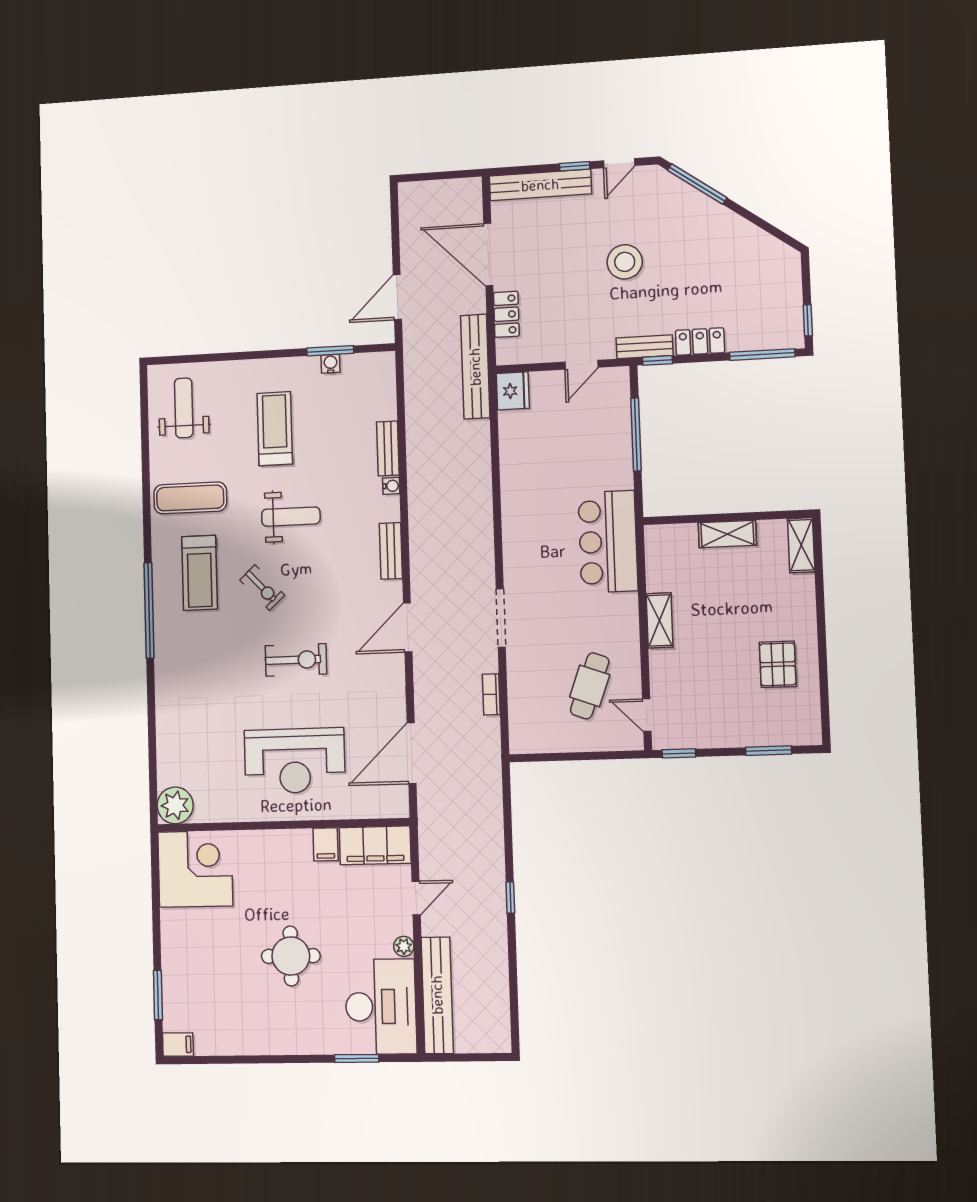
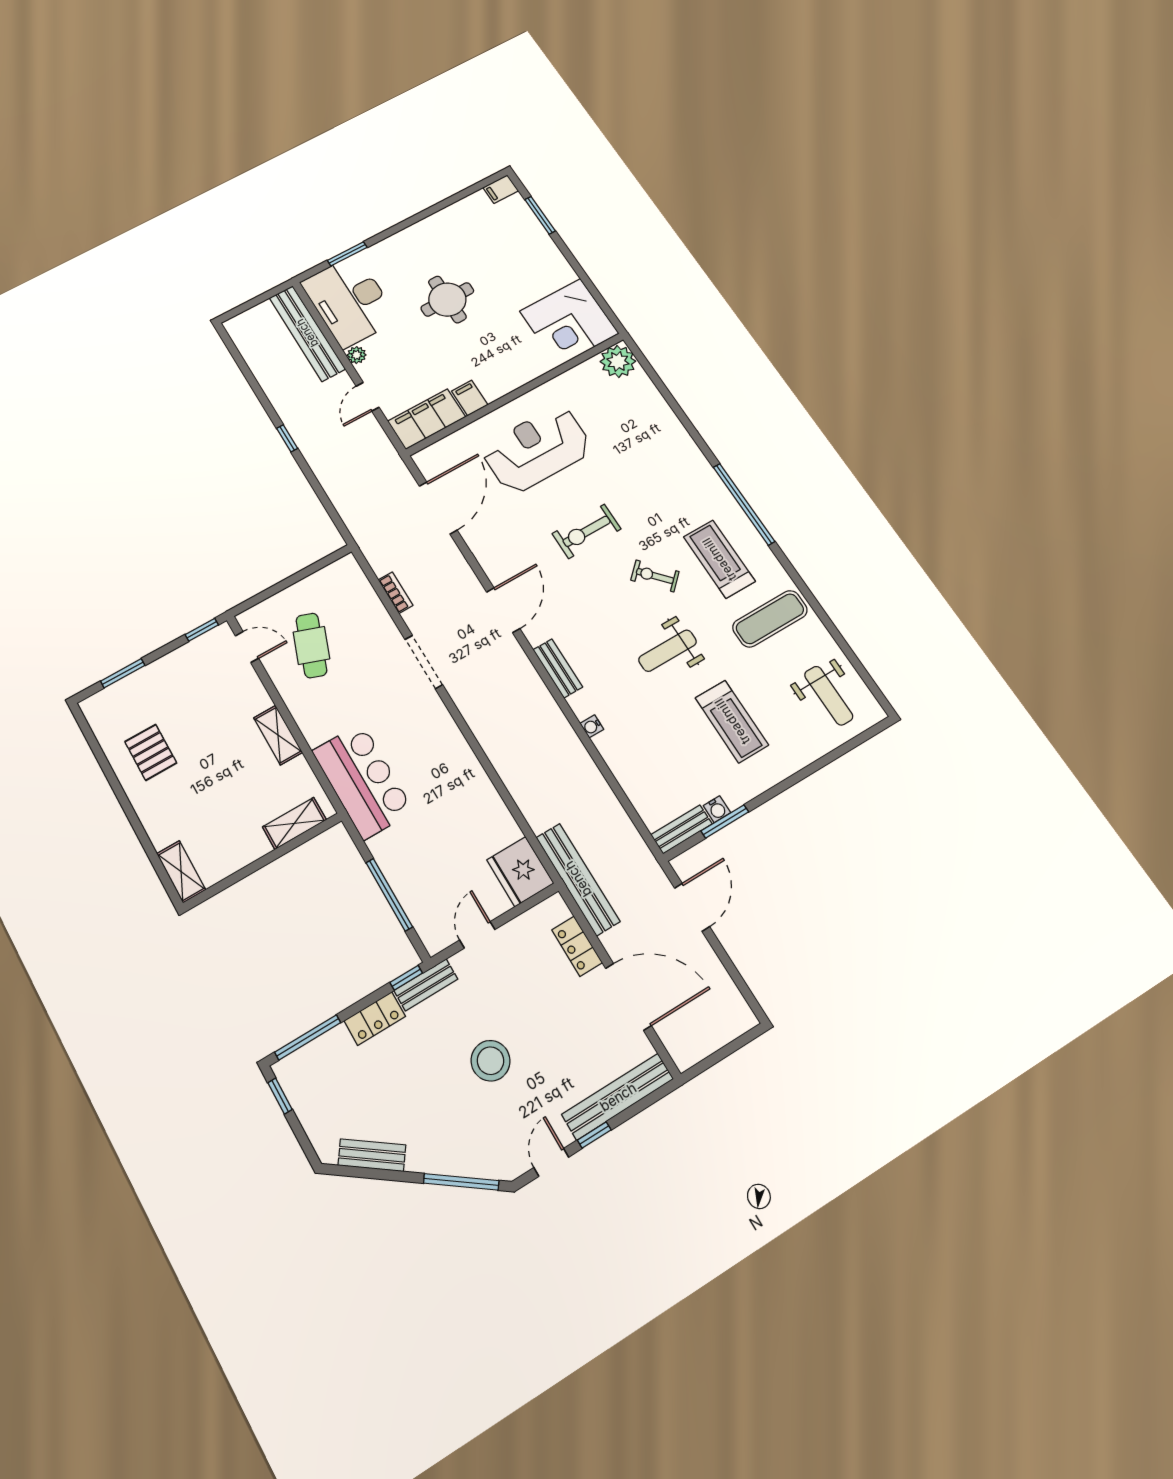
bench: (757, 239) -> (372, 1155), added
fridge: (513, 391) -> (520, 872), width x1.36, depth x1.34
bench: (388, 448) -> (682, 829), moved, turned 90
shelving: (727, 534) -> (294, 823), moved

